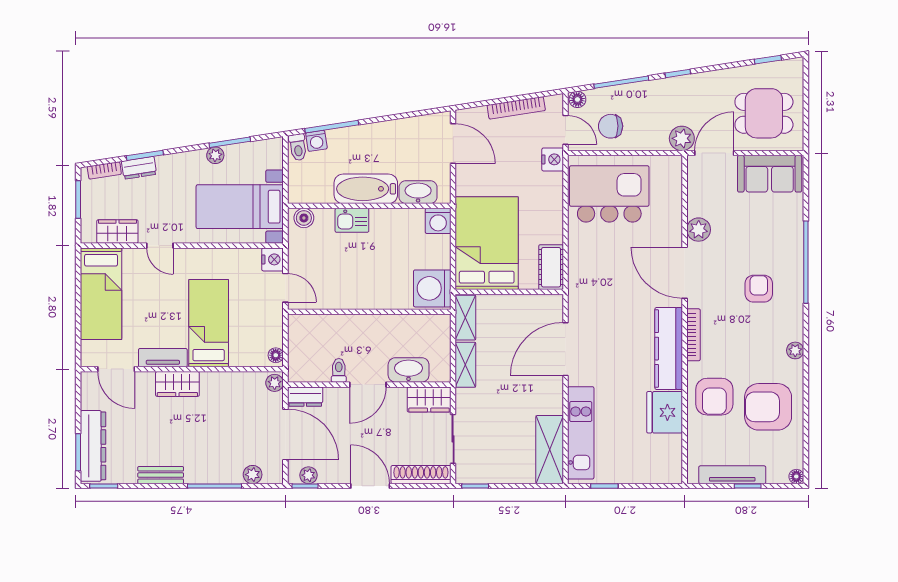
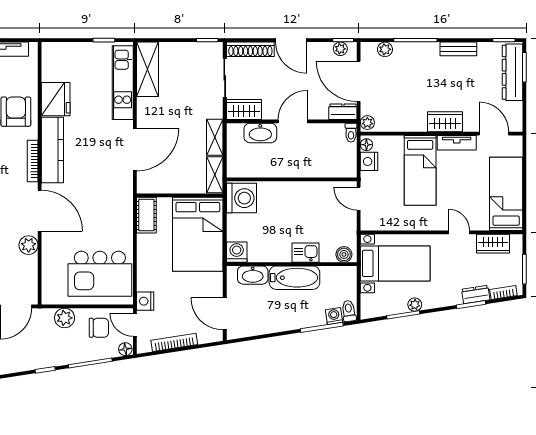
plant: (682, 138) -> (65, 318), moved
nightstand: (273, 259) -> (369, 161), moved
toilet: (339, 370) -> (351, 133), moved

